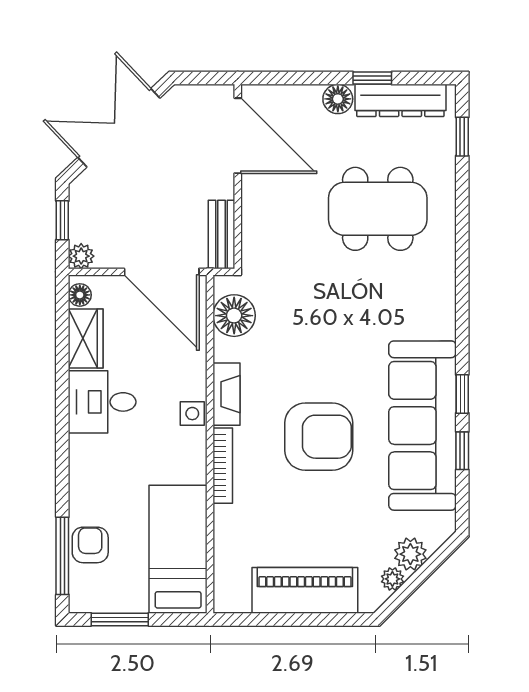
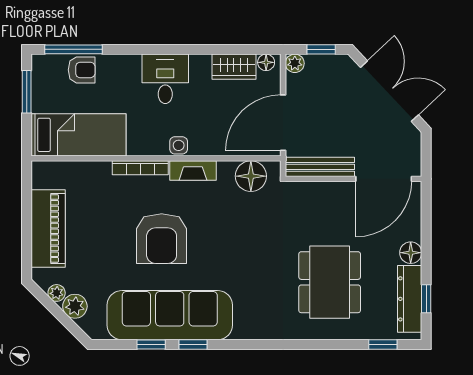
window: (372, 78) -> (426, 299), moved
bench: (222, 234) -> (320, 167), width x1.36
desk: (102, 402) -> (165, 79), moved

